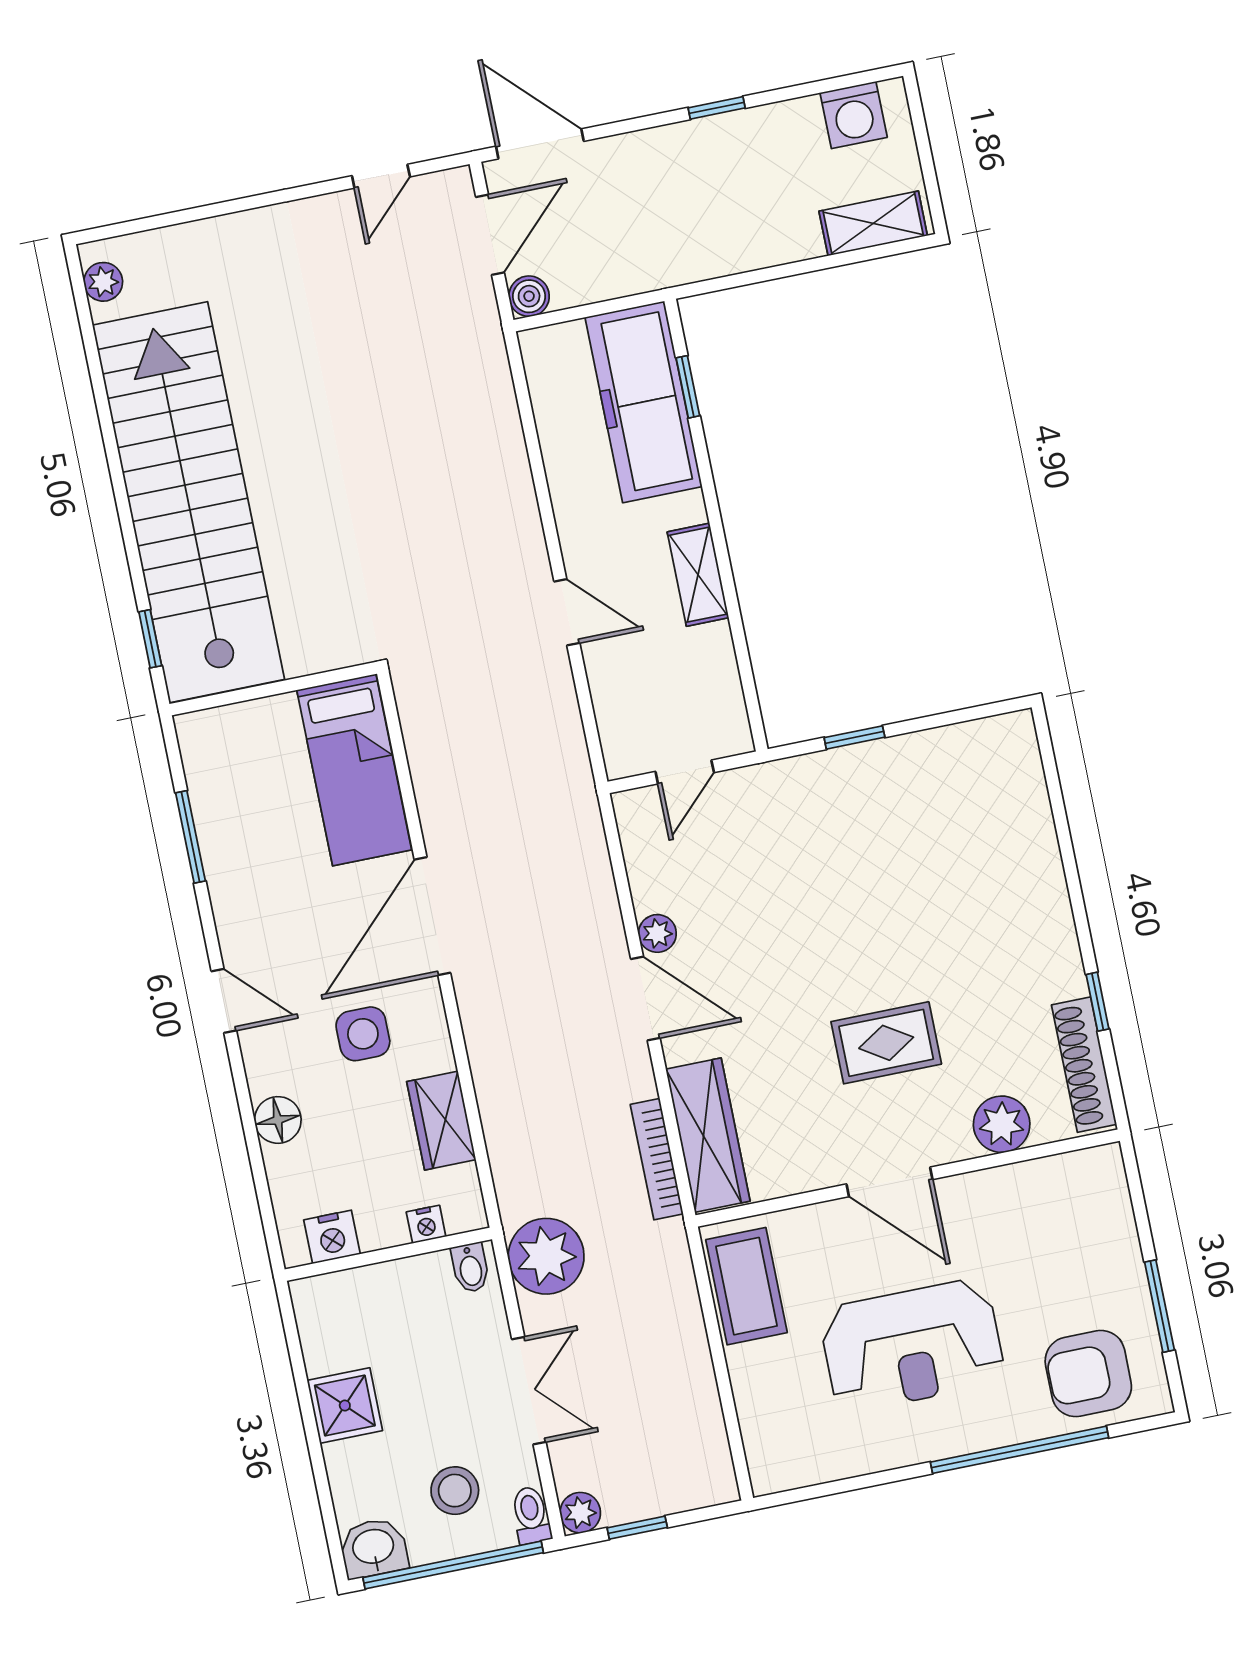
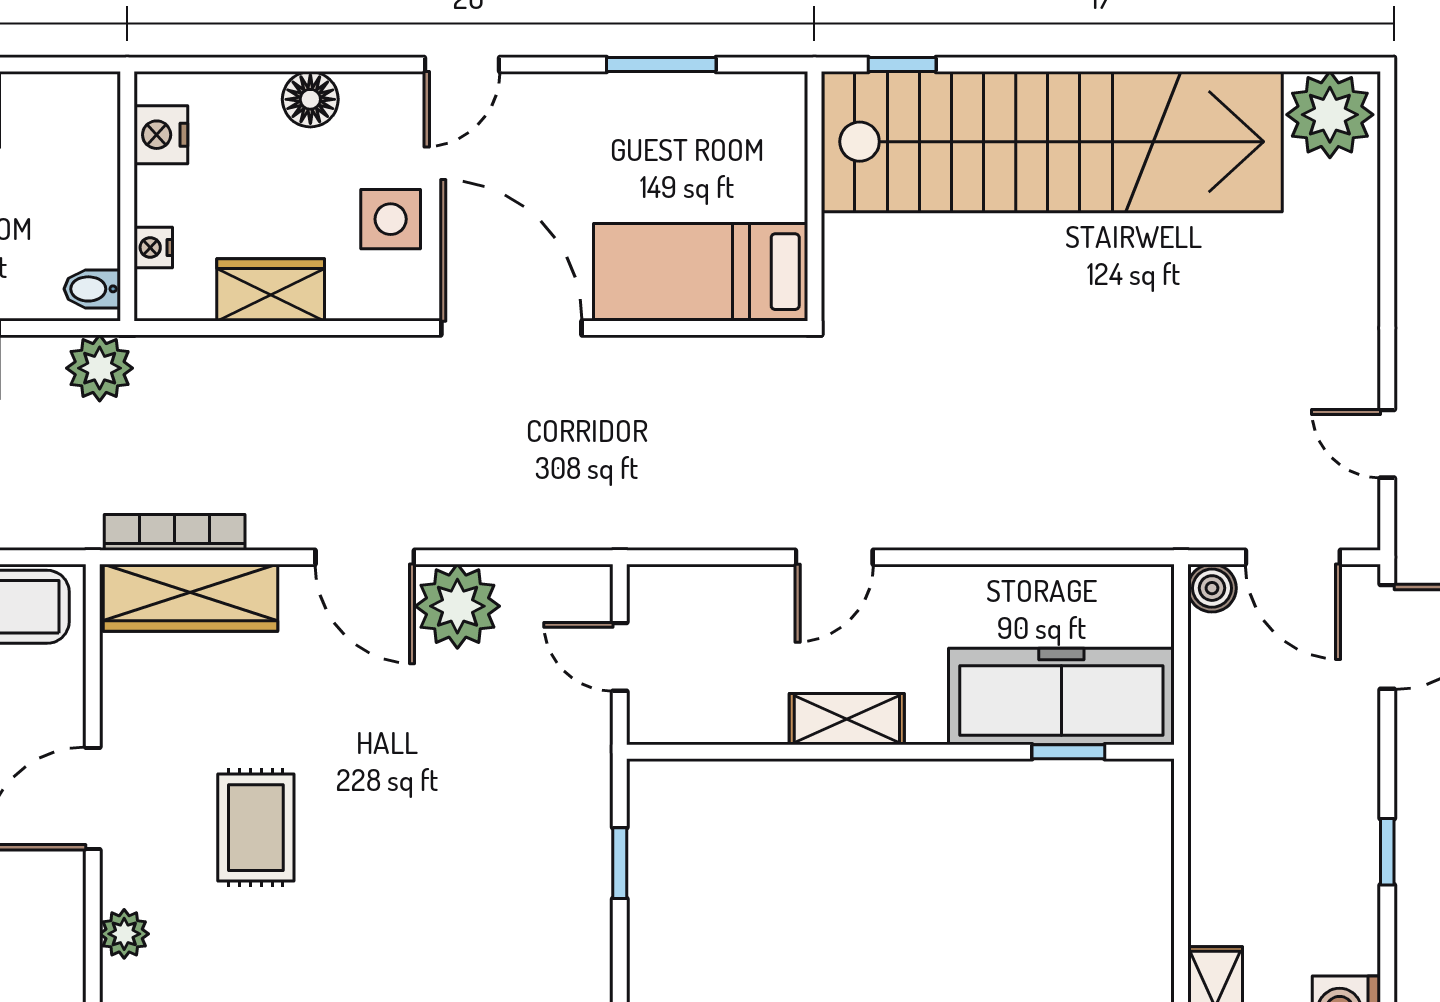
plant: (103, 282) -> (1330, 115), width x1.88, depth x1.88
plant: (657, 933) -> (457, 606), width x1.88, depth x1.88
door: (645, 998) -> (365, 557), hinge flipped
plant: (1002, 1124) -> (124, 934), width x0.73, depth x0.73
plant: (546, 1256) -> (100, 368), width x0.73, depth x0.73

